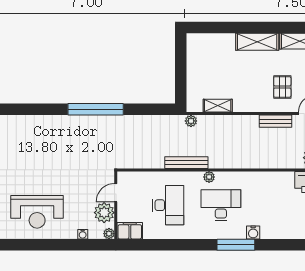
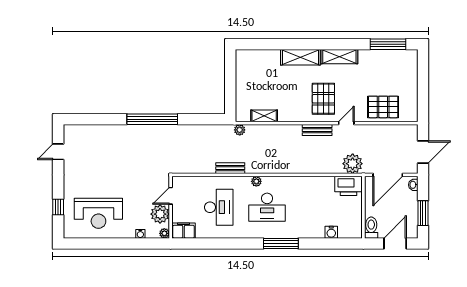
pallet: (282, 87) -> (323, 99), width x1.50, depth x1.42
bench: (186, 163) -> (230, 168), width x0.73
desk: (221, 205) -> (267, 207), turned 180
water cooler: (253, 232) -> (331, 232), moved

